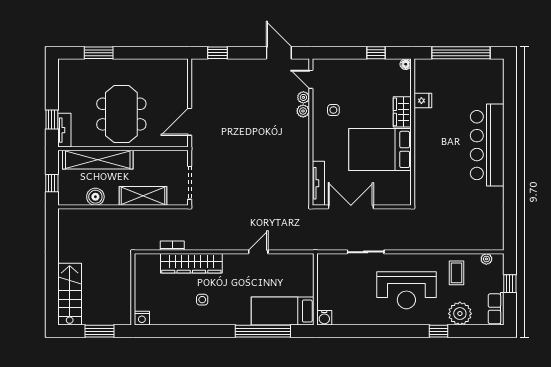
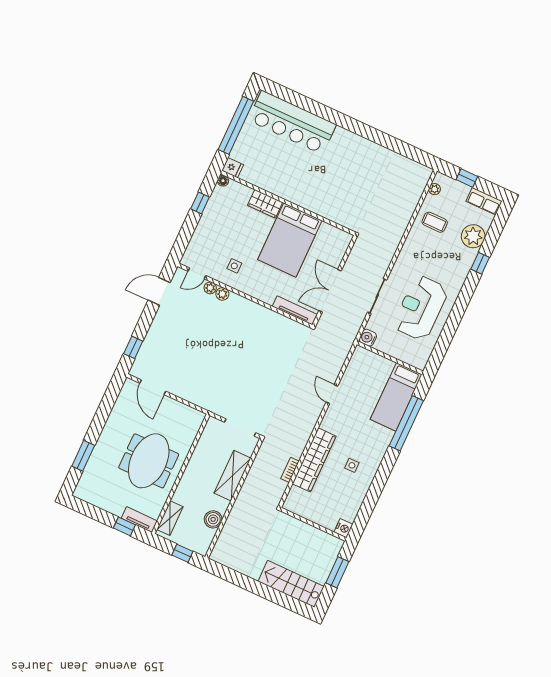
fridge: (423, 101) -> (233, 168), moved, turned 90
meeting table: (121, 114) -> (149, 461), turned 90
door: (190, 122) -> (153, 387), moved
bar counter: (487, 145) -> (292, 122), moved
shelving: (98, 160) -> (170, 518), width x0.45, depth x0.75
reception desk: (406, 290) -> (421, 308), moved, turned 180
water cooler: (324, 318) -> (368, 338), moved, turned 180

